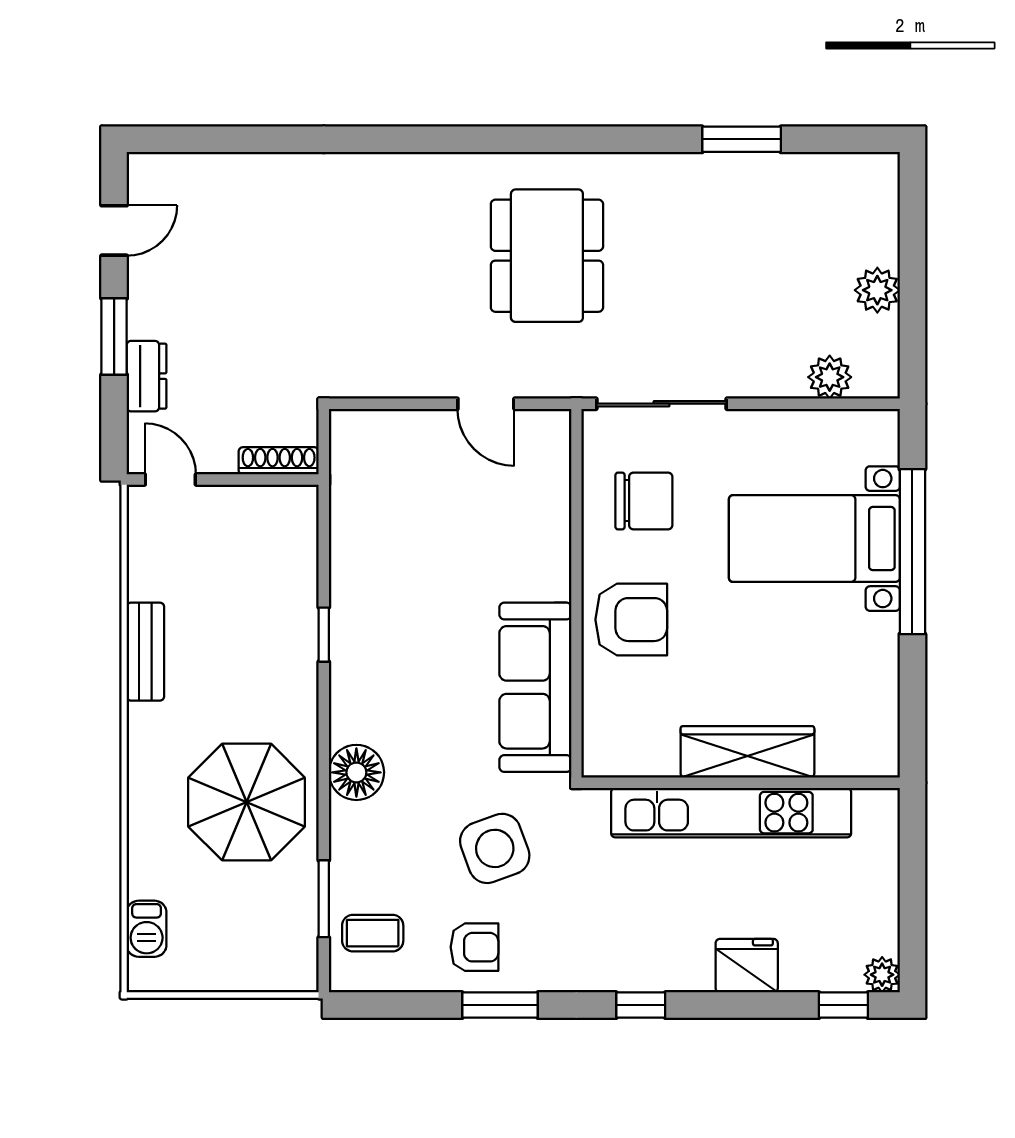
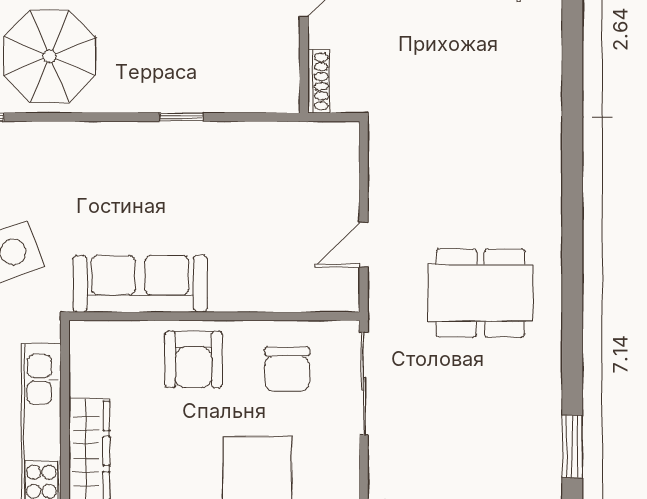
floor lamp: (356, 772) -> (73, 143), removed

